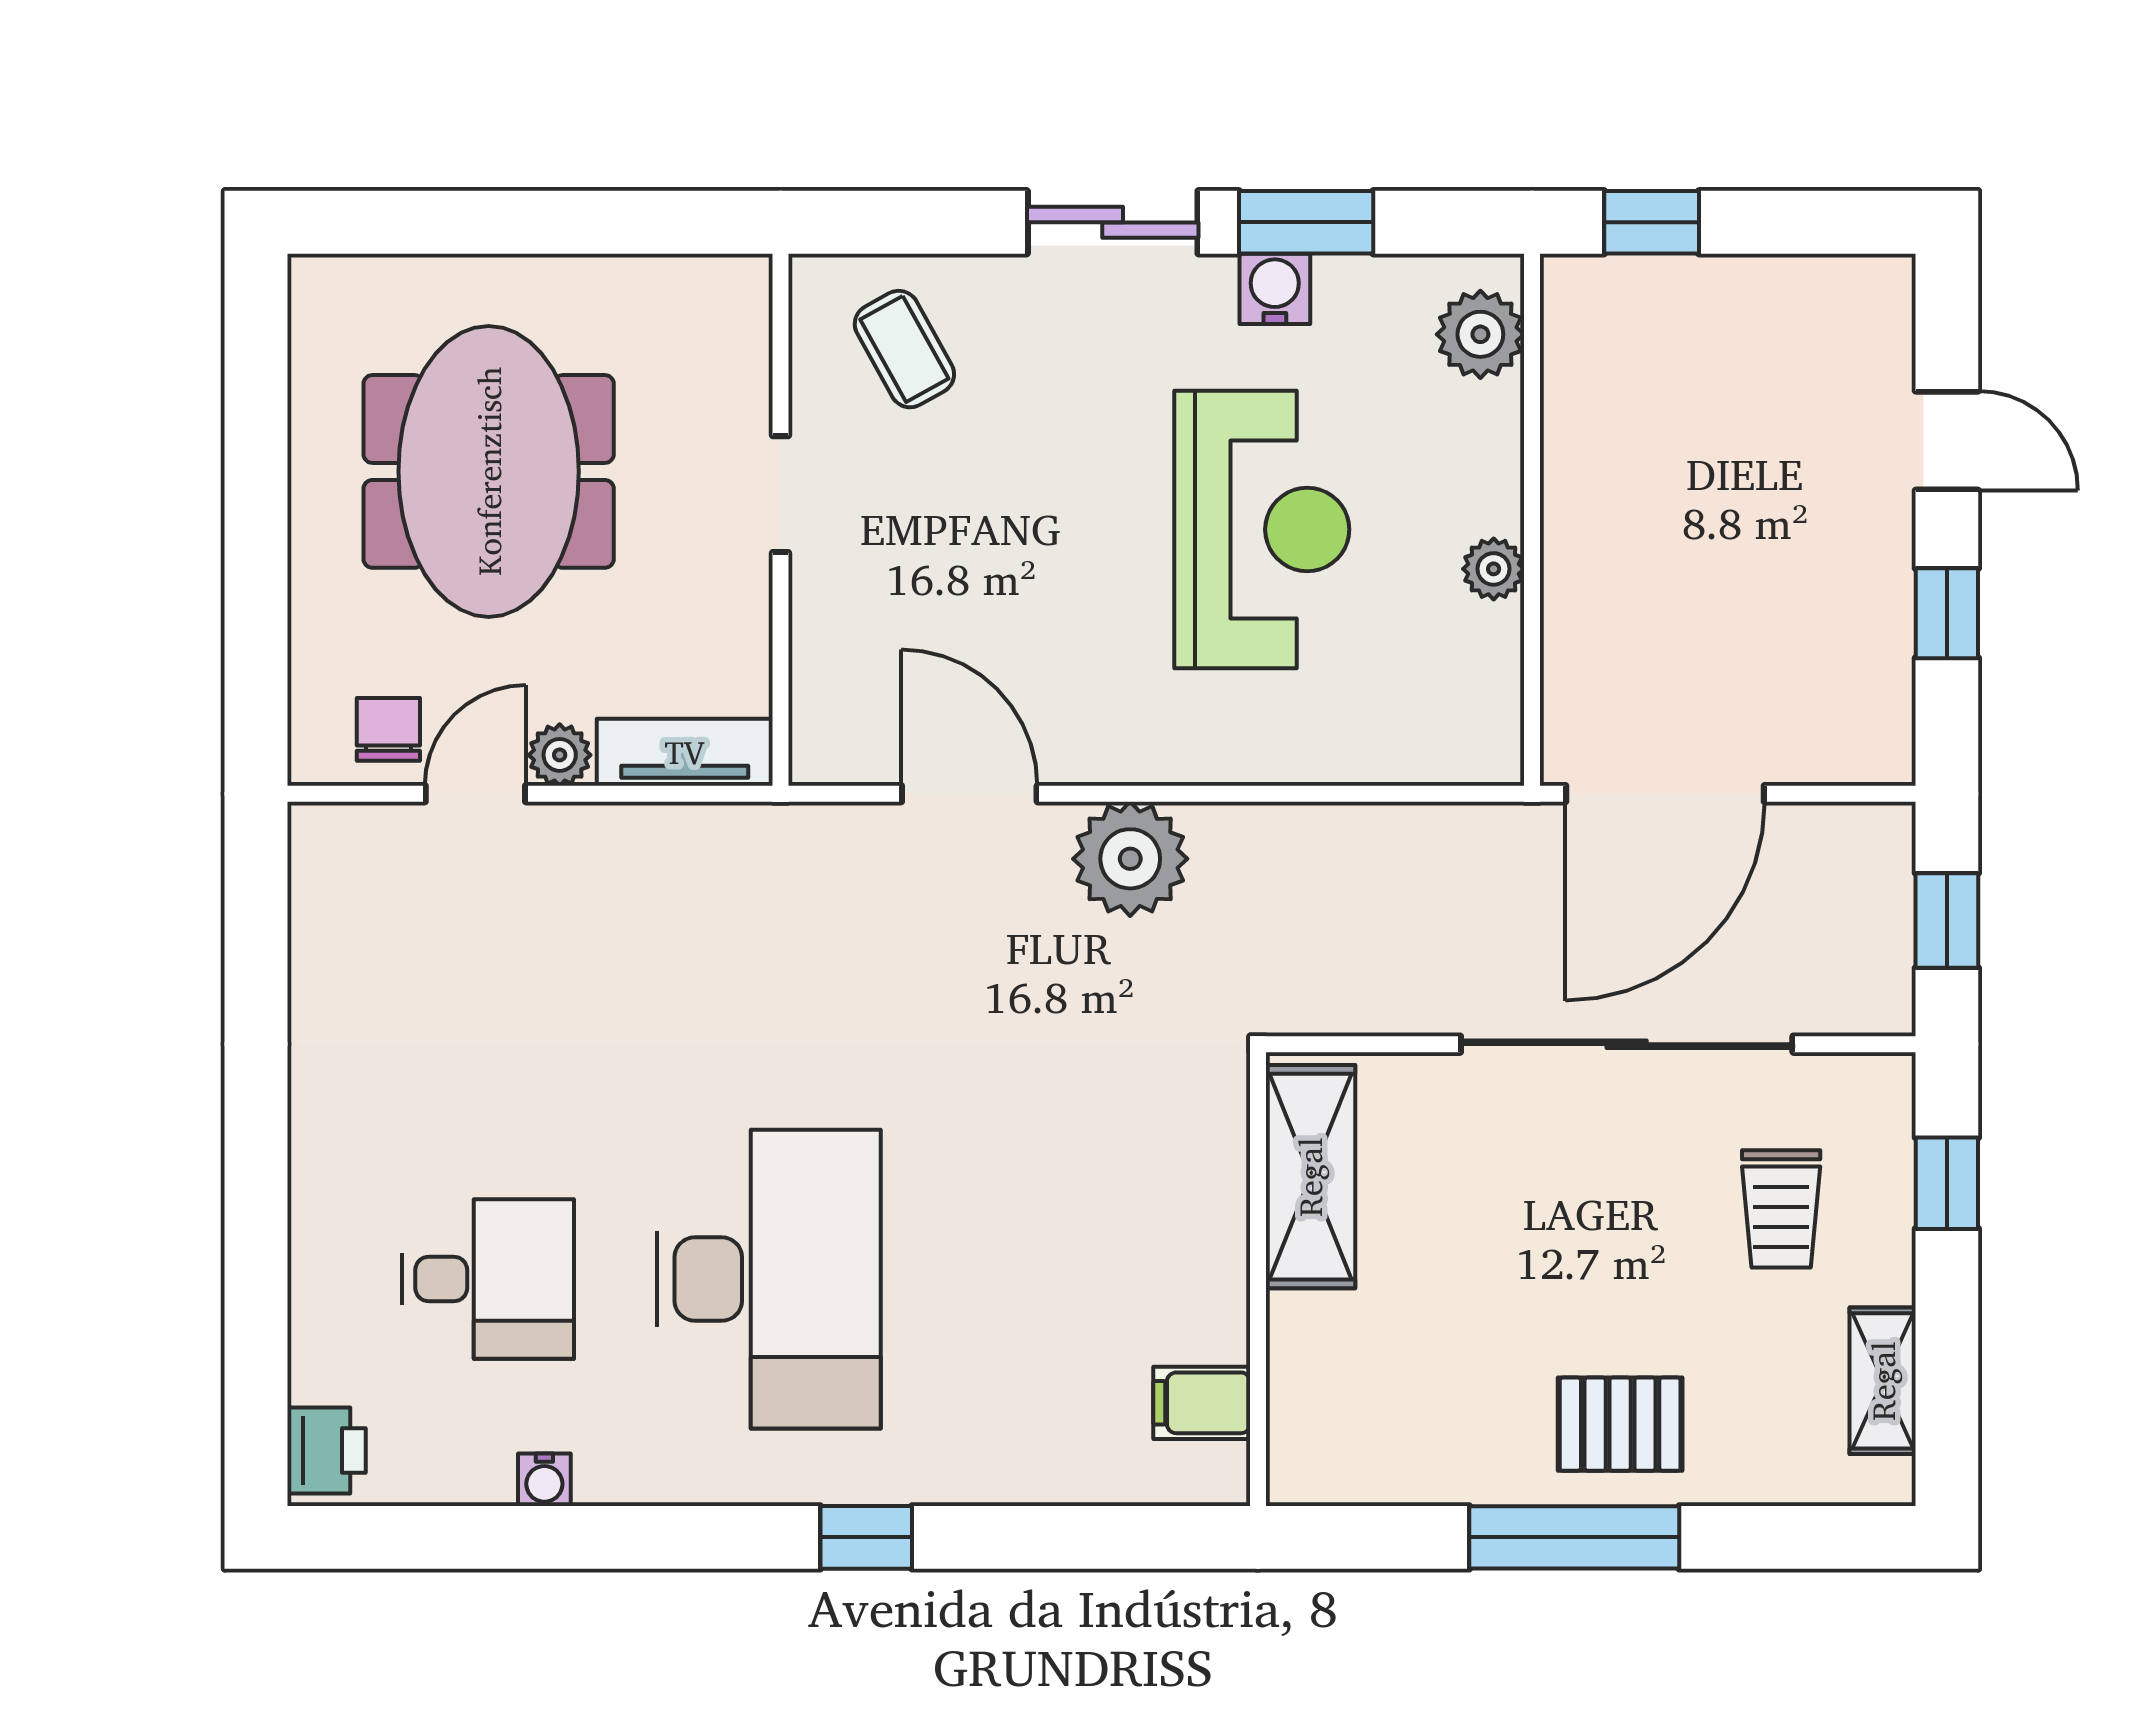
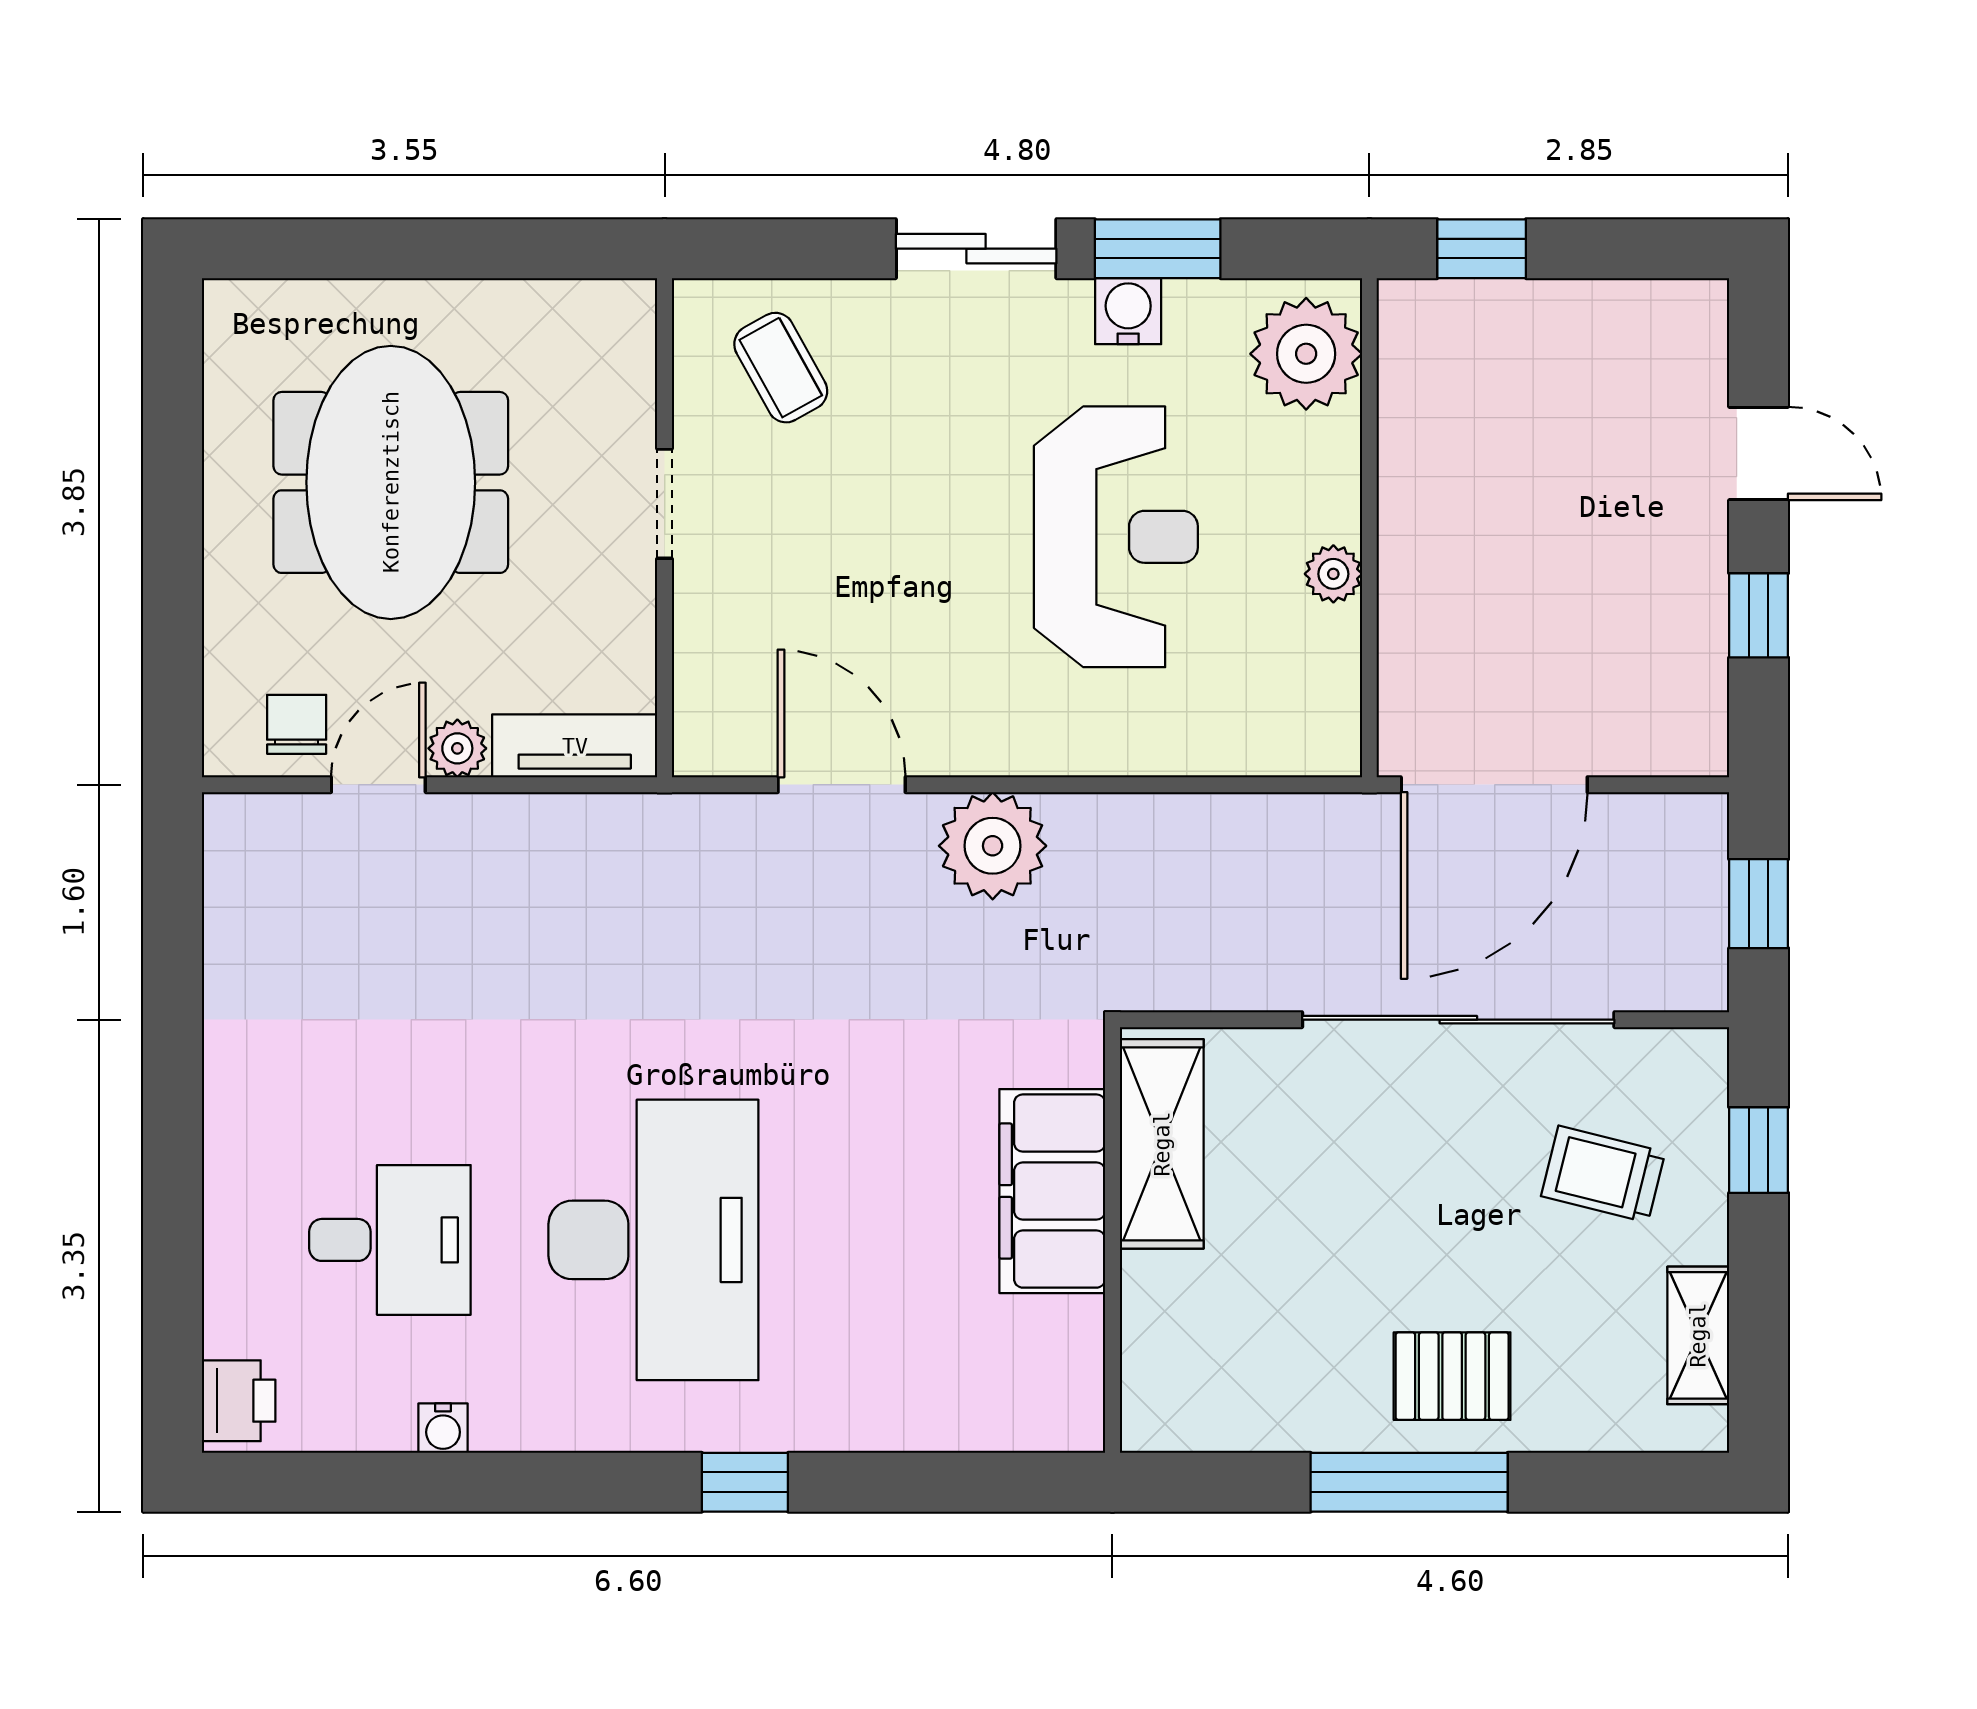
plant: (1480, 334) -> (1306, 354), width x1.36, depth x1.36
trolley: (1781, 1209) -> (1603, 1174), turned 104
filing cabinet: (1202, 1403) -> (1052, 1191), moved, width x3.00, depth x1.17

